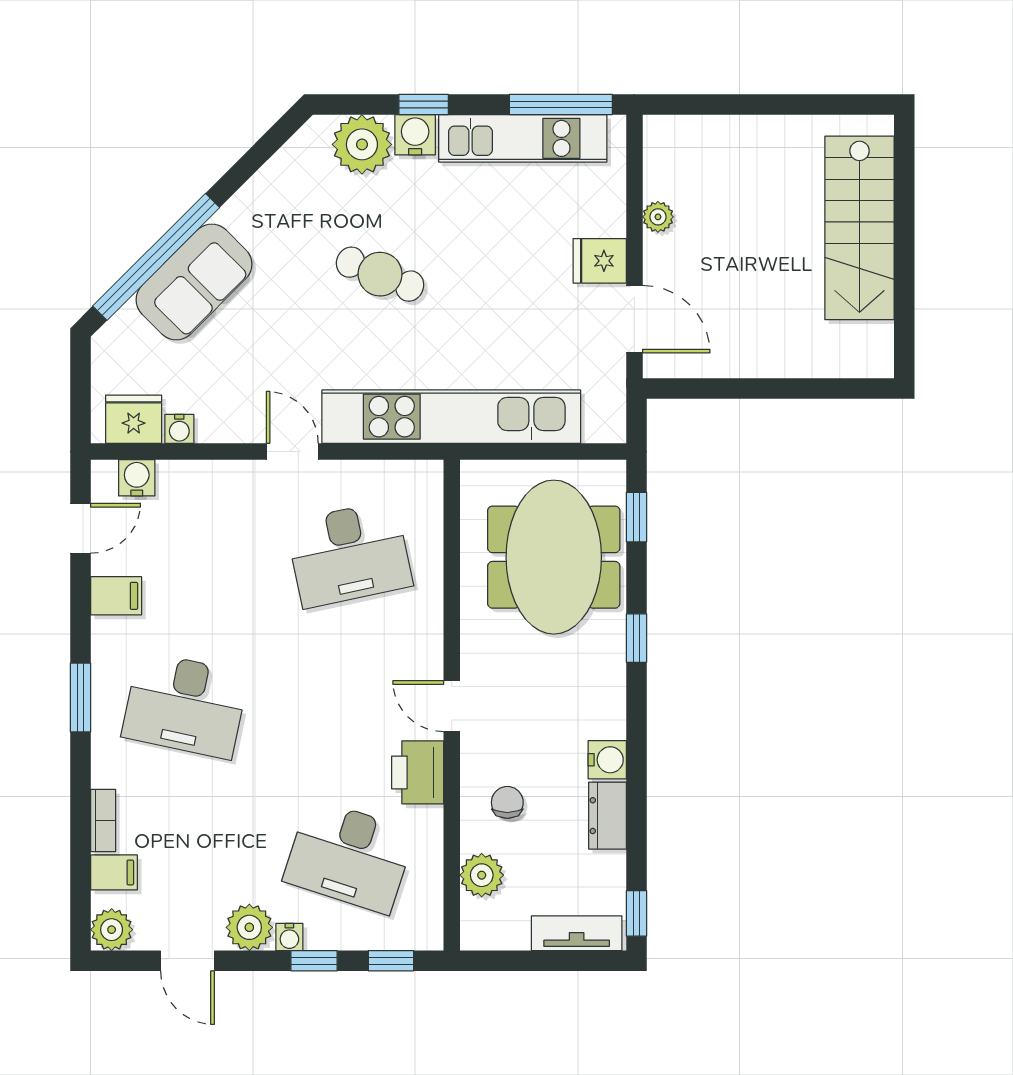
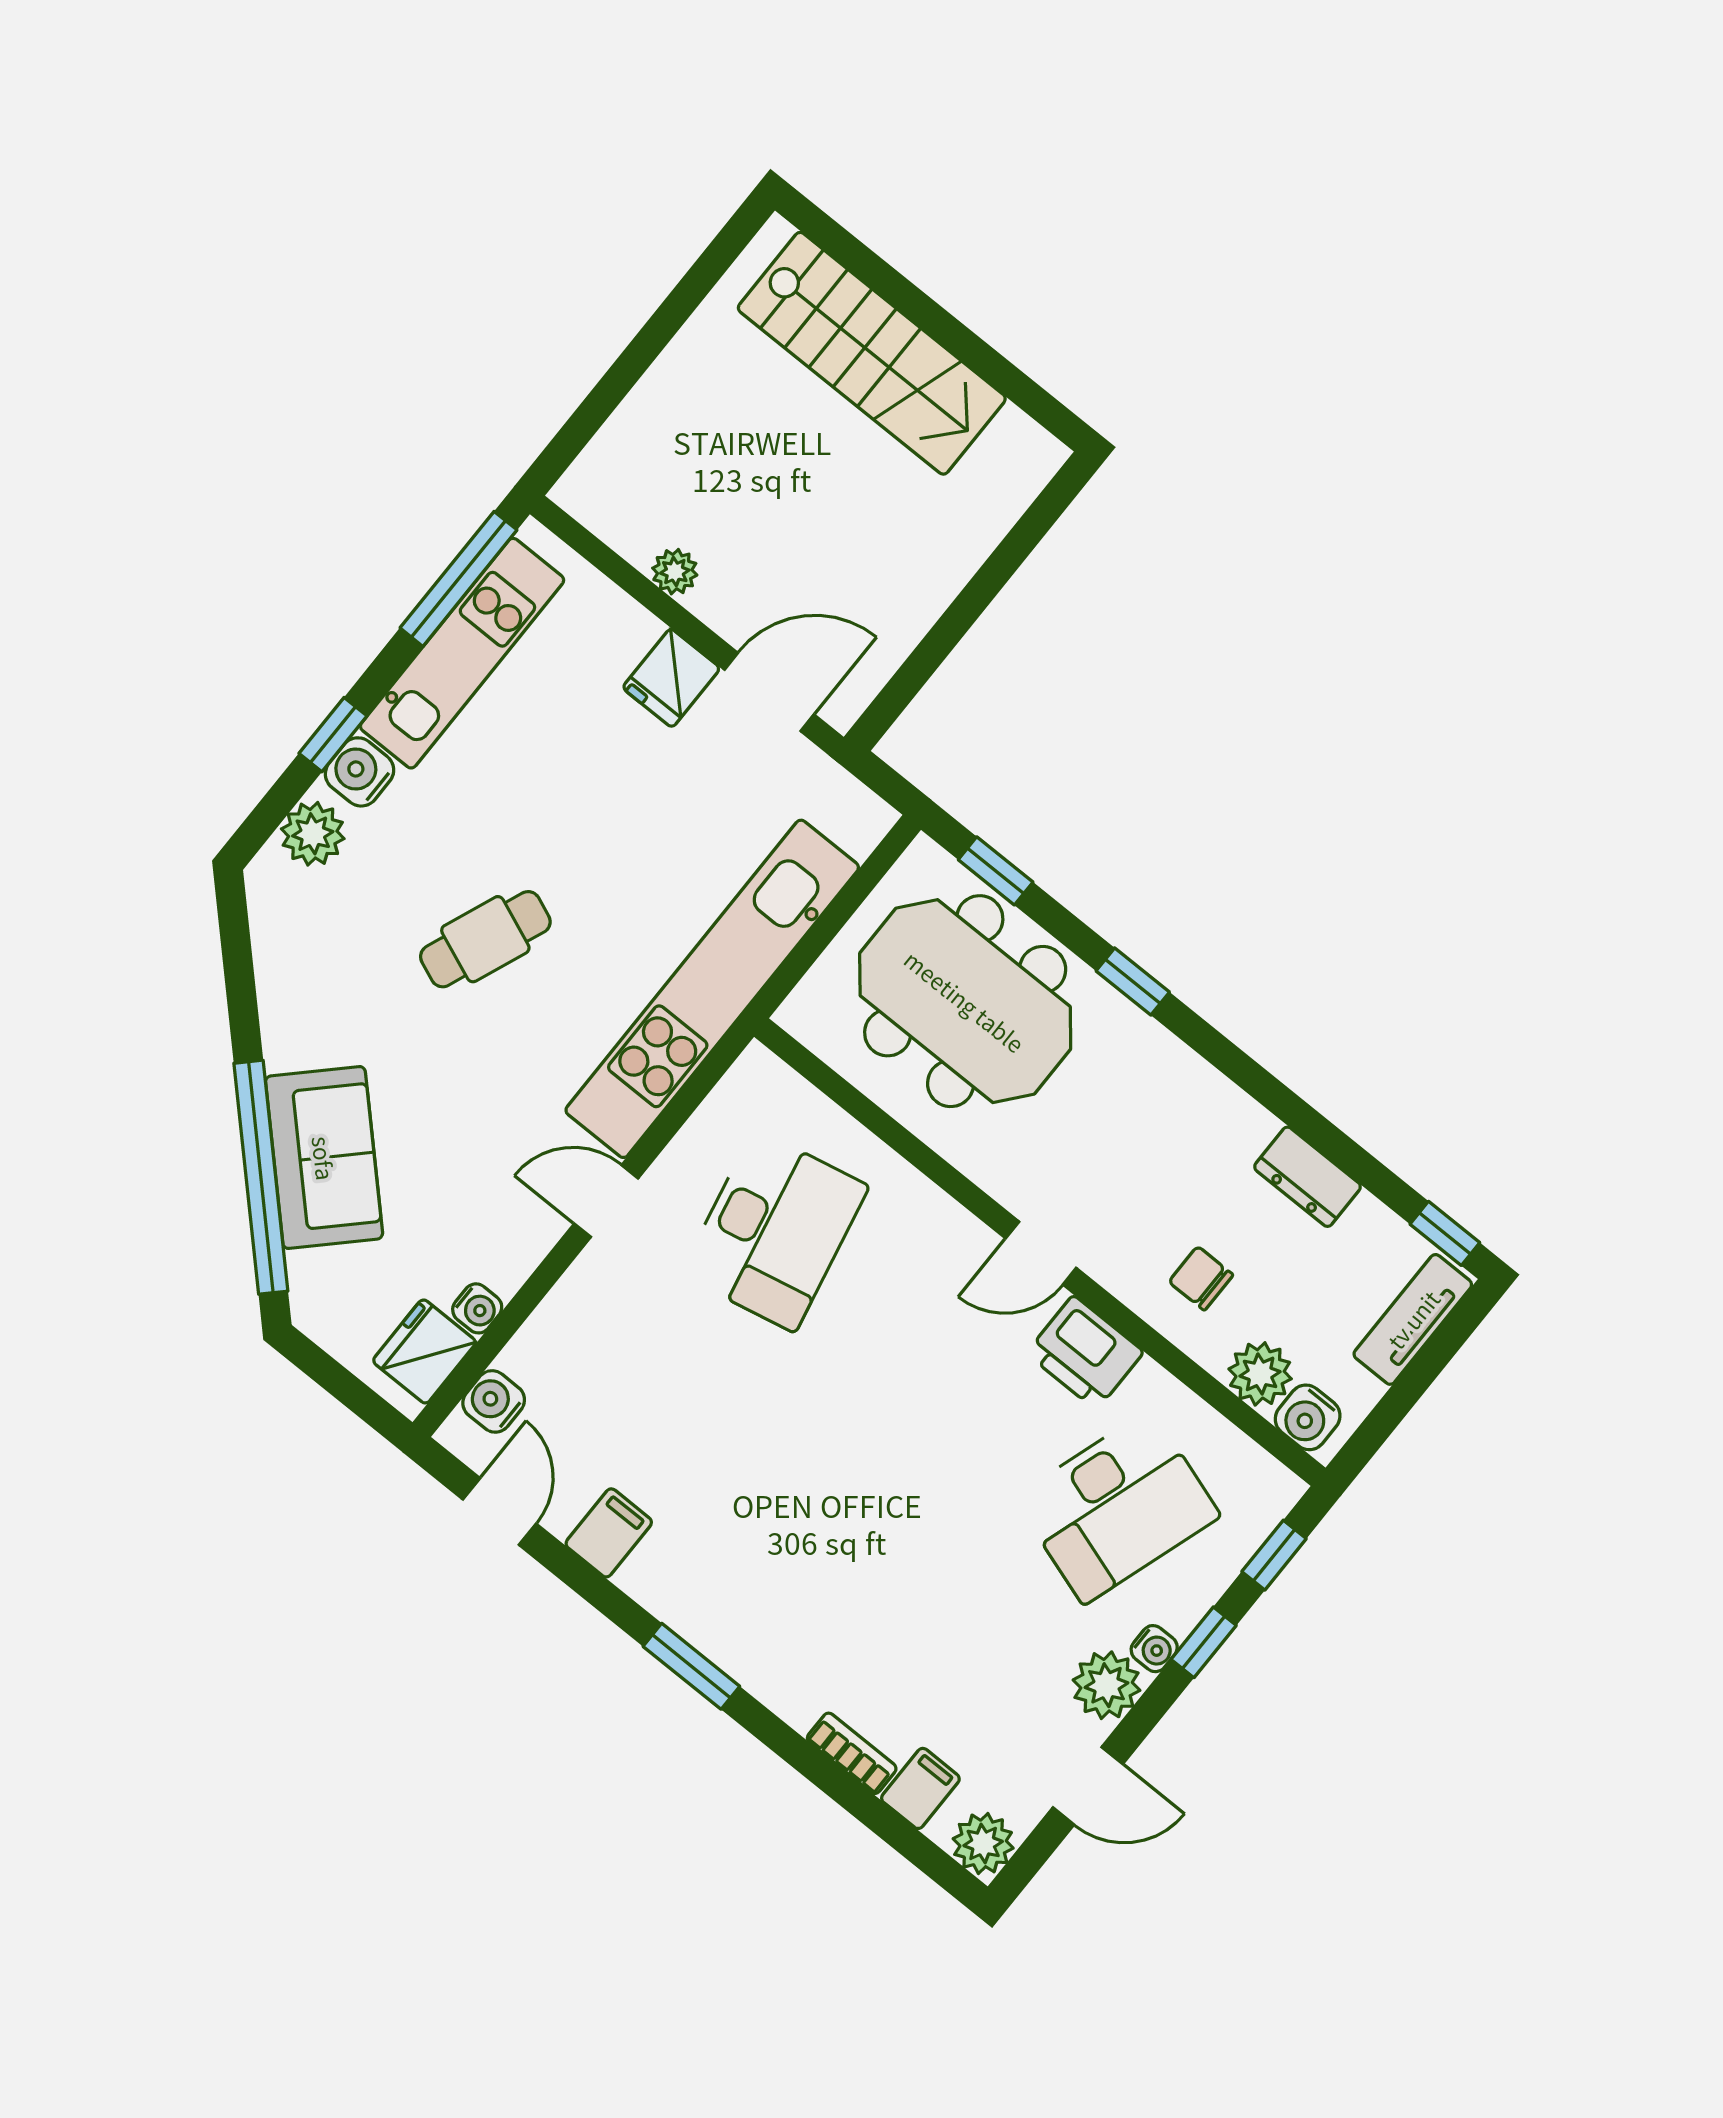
plant: (362, 144) -> (313, 834), width x0.73, depth x0.73
desk: (185, 705) -> (796, 1555), removed
water cooler: (607, 760) -> (1308, 1417), moved, turned 180

